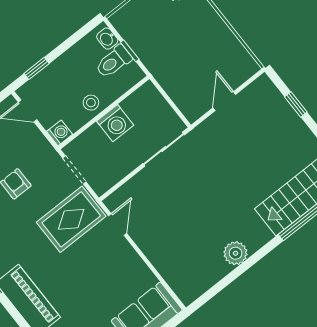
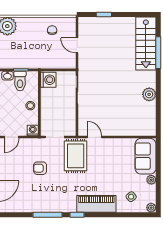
chair: (218, 50) -> (52, 30), added
washing machine: (115, 123) -> (48, 80), moved

